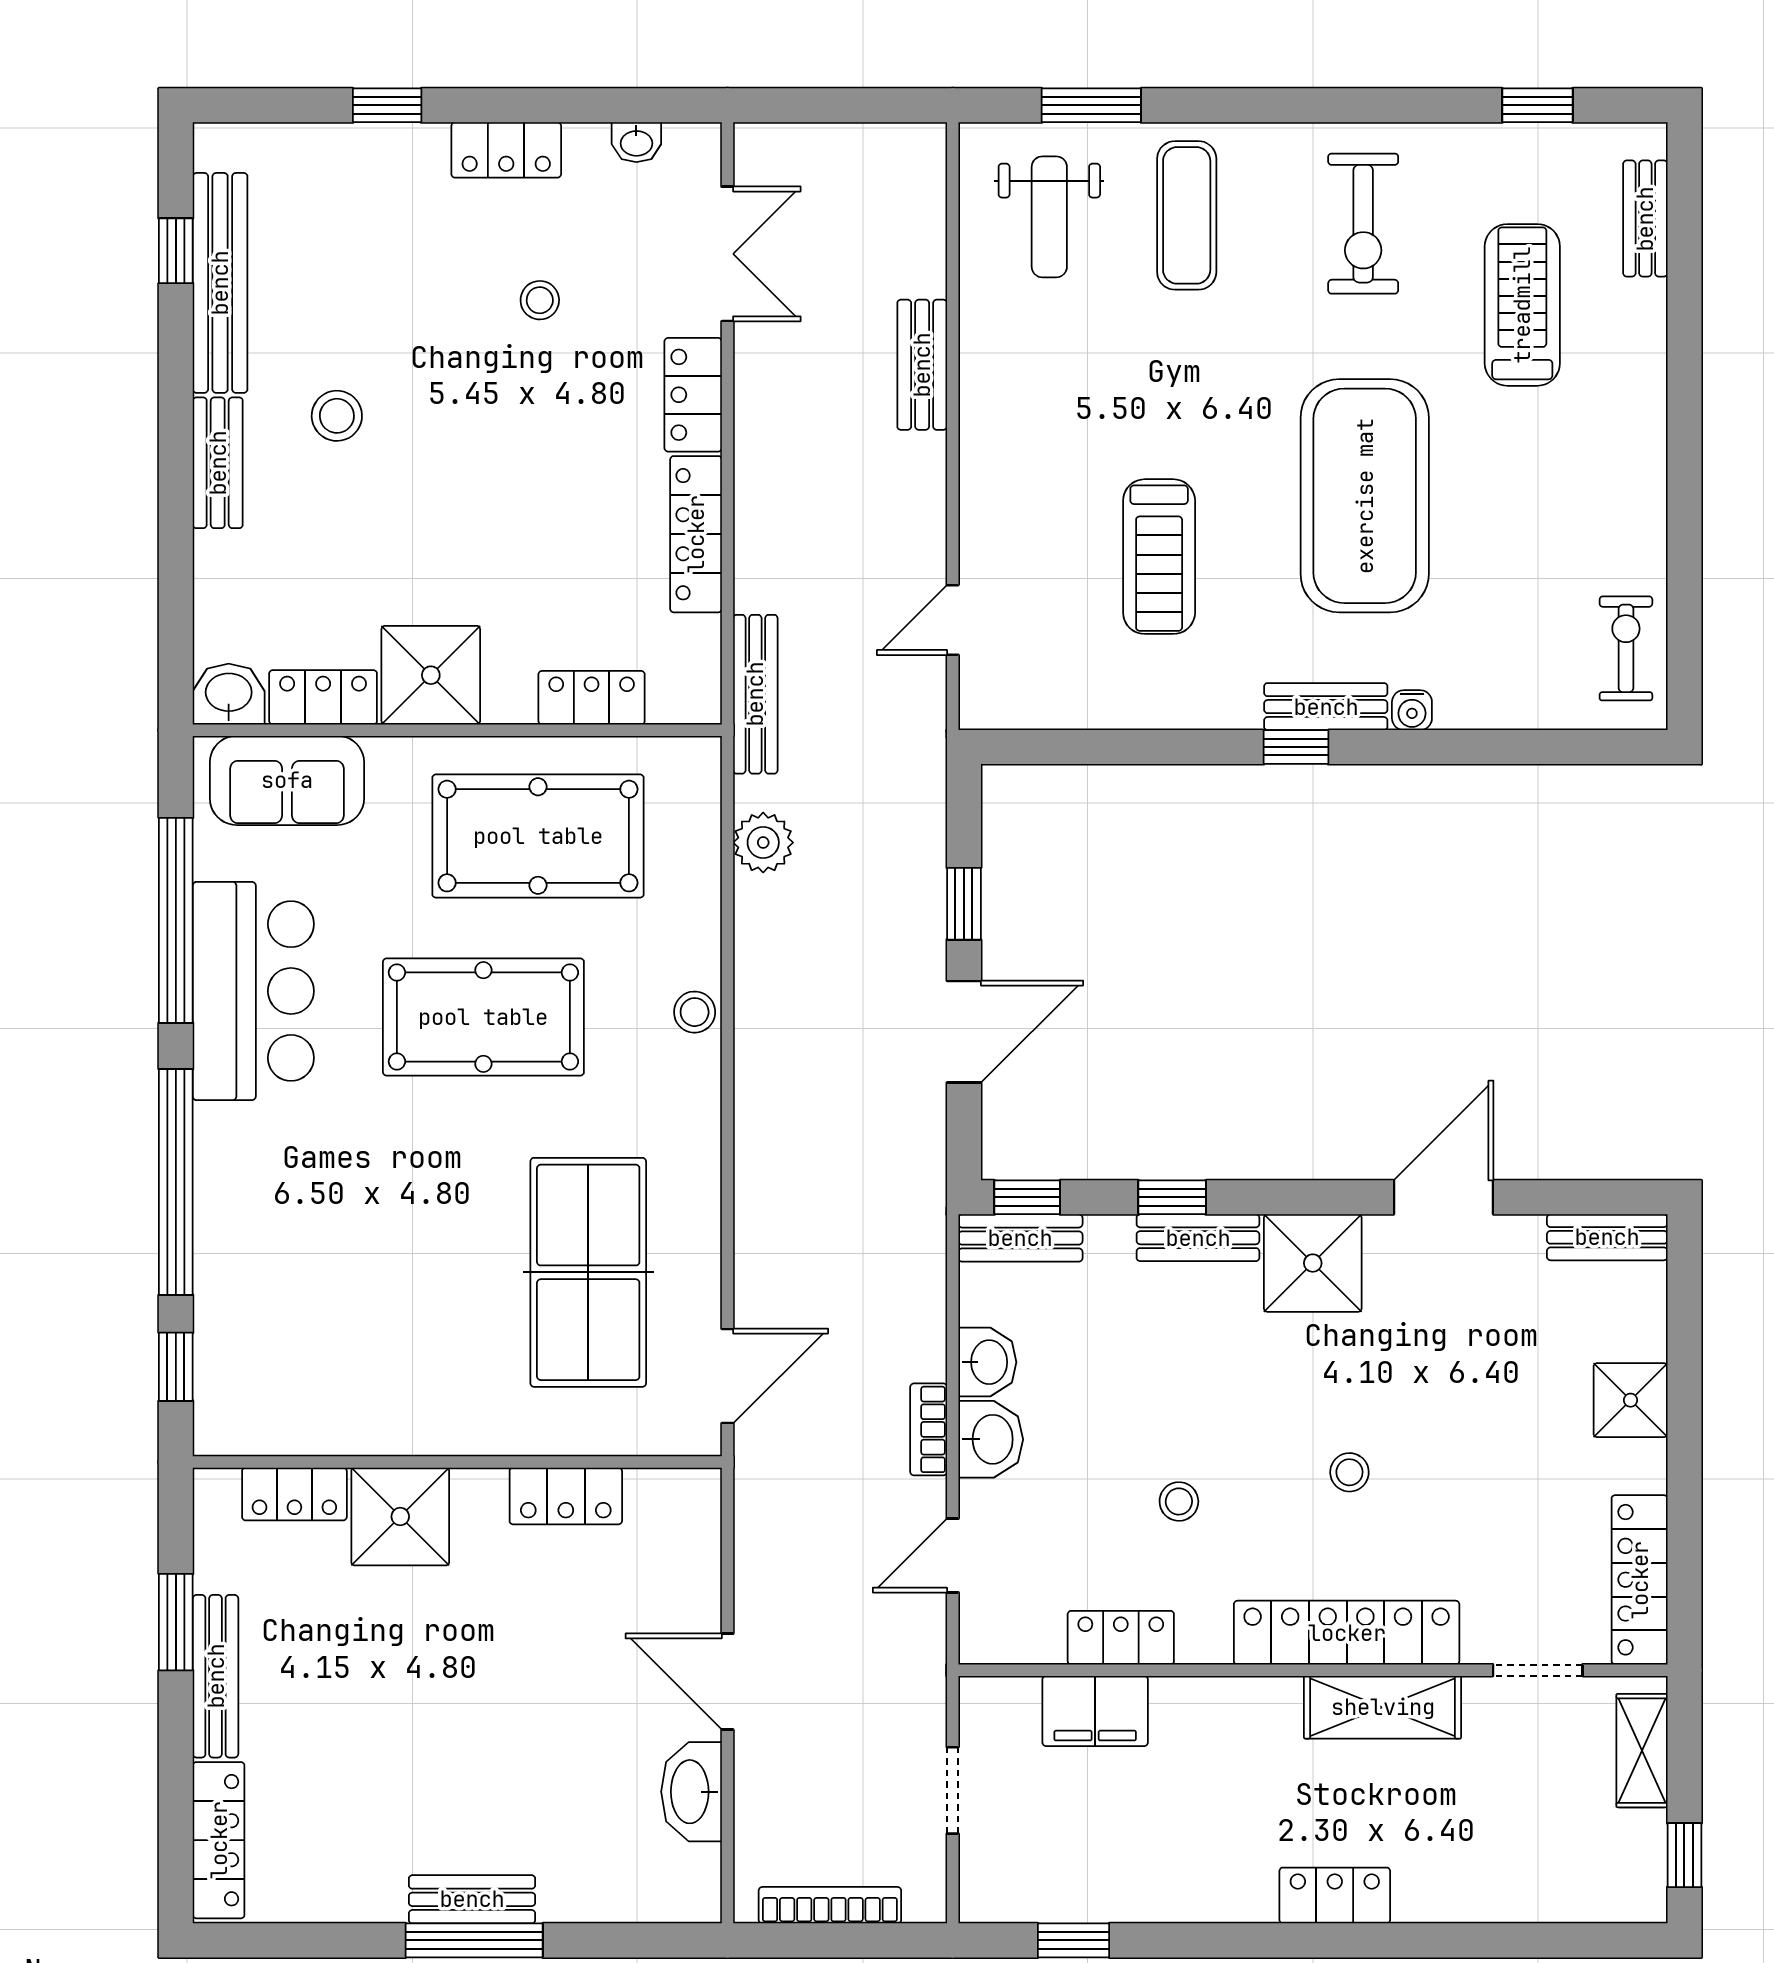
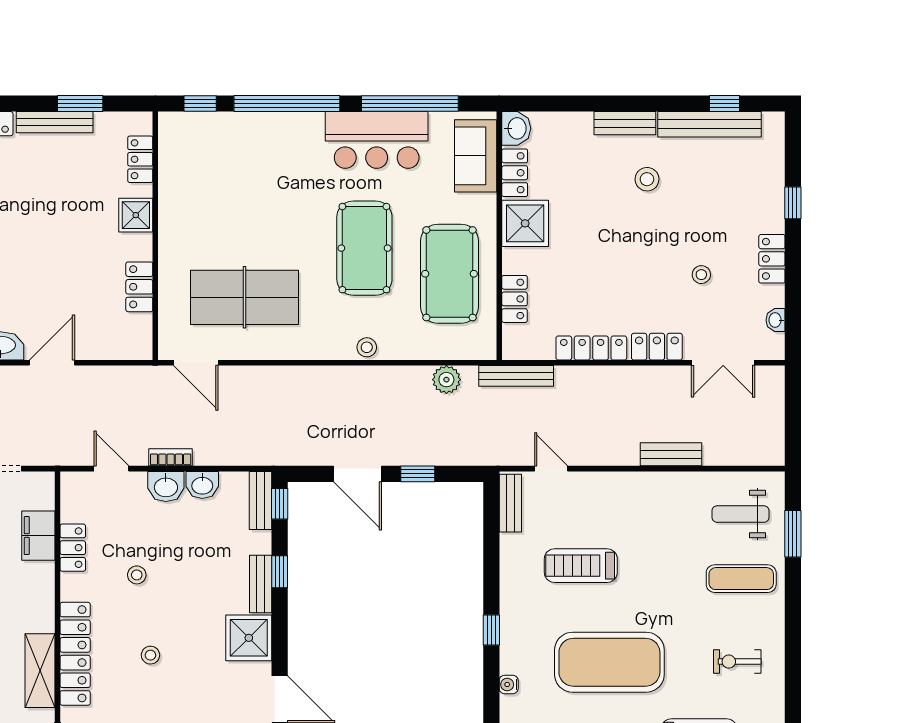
exercise bike: (1363, 224) -> (737, 662), width x0.73, depth x0.72
bench: (1326, 707) -> (510, 503), moved
shower: (400, 1517) -> (136, 215), width x0.73, depth x0.73

